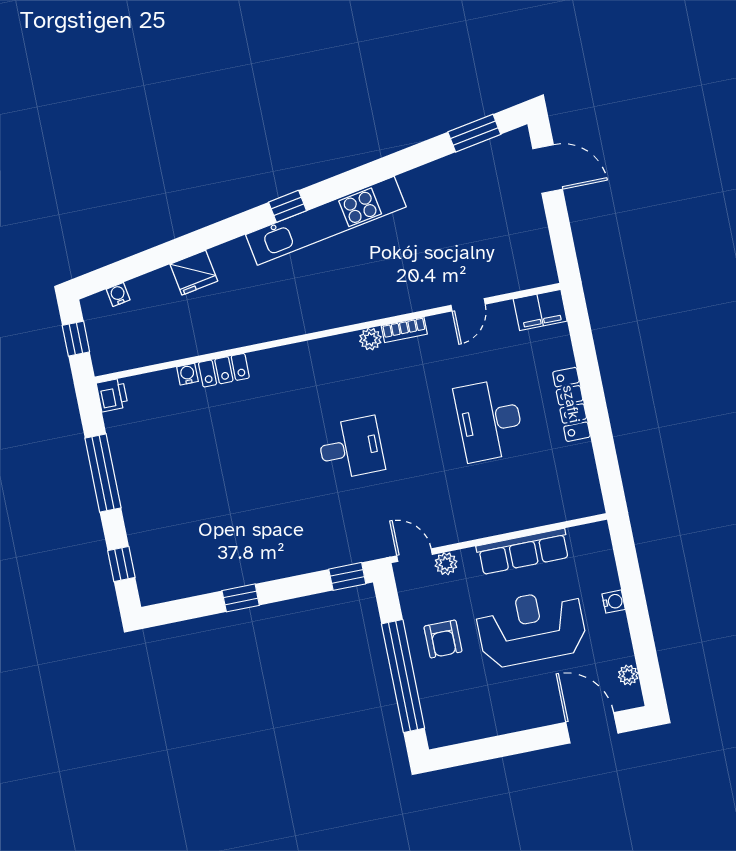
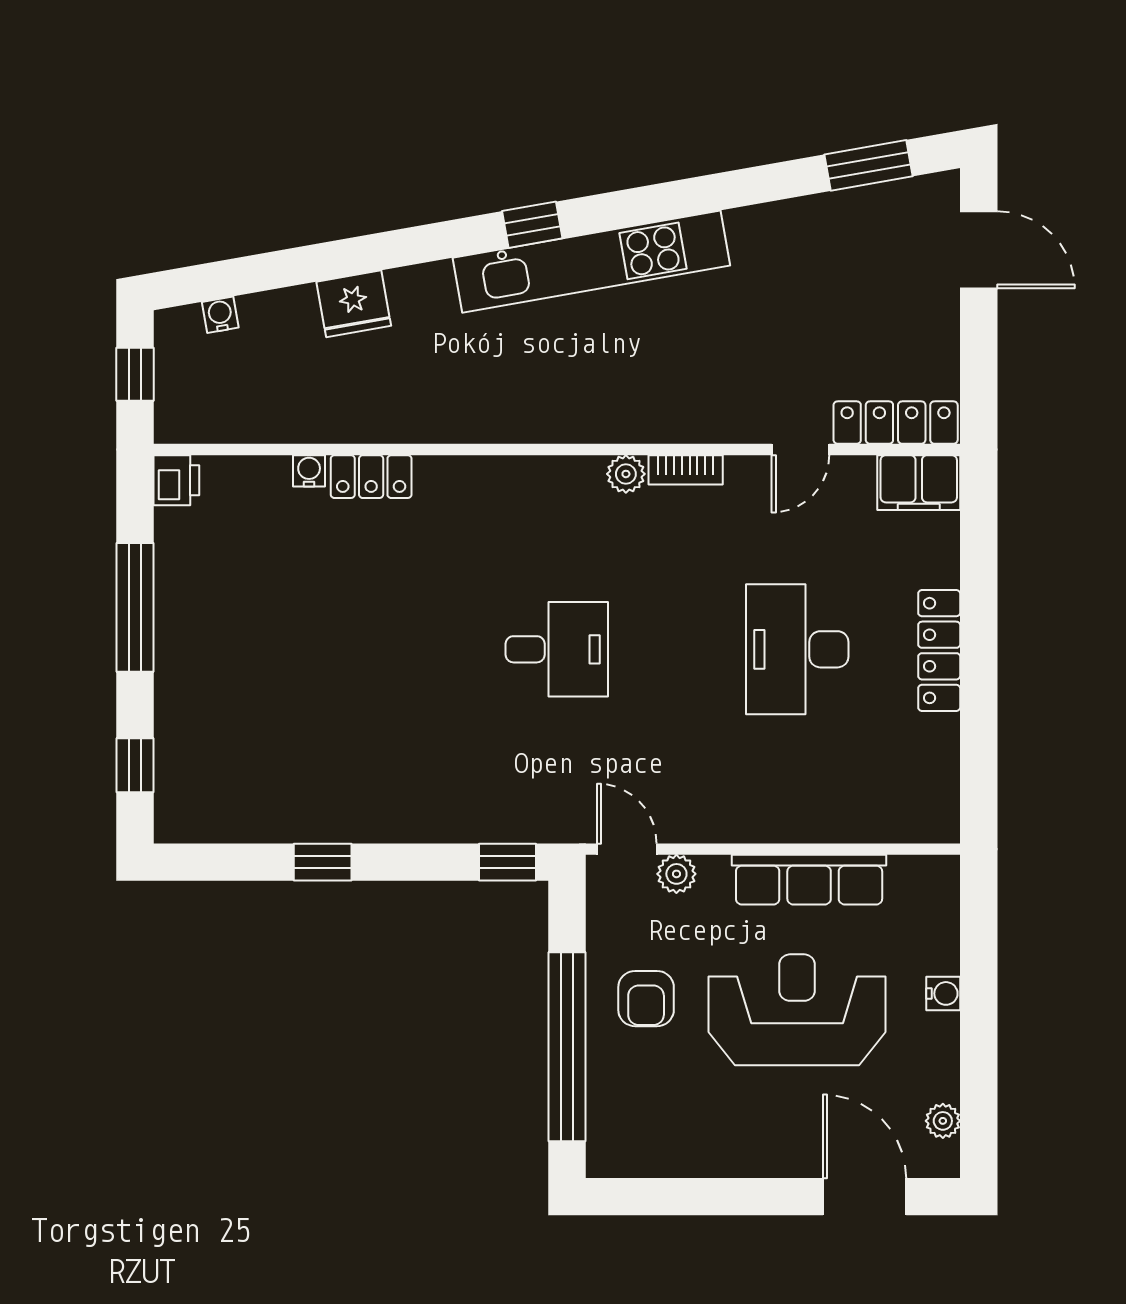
locker: (520, 278) -> (896, 423), added

